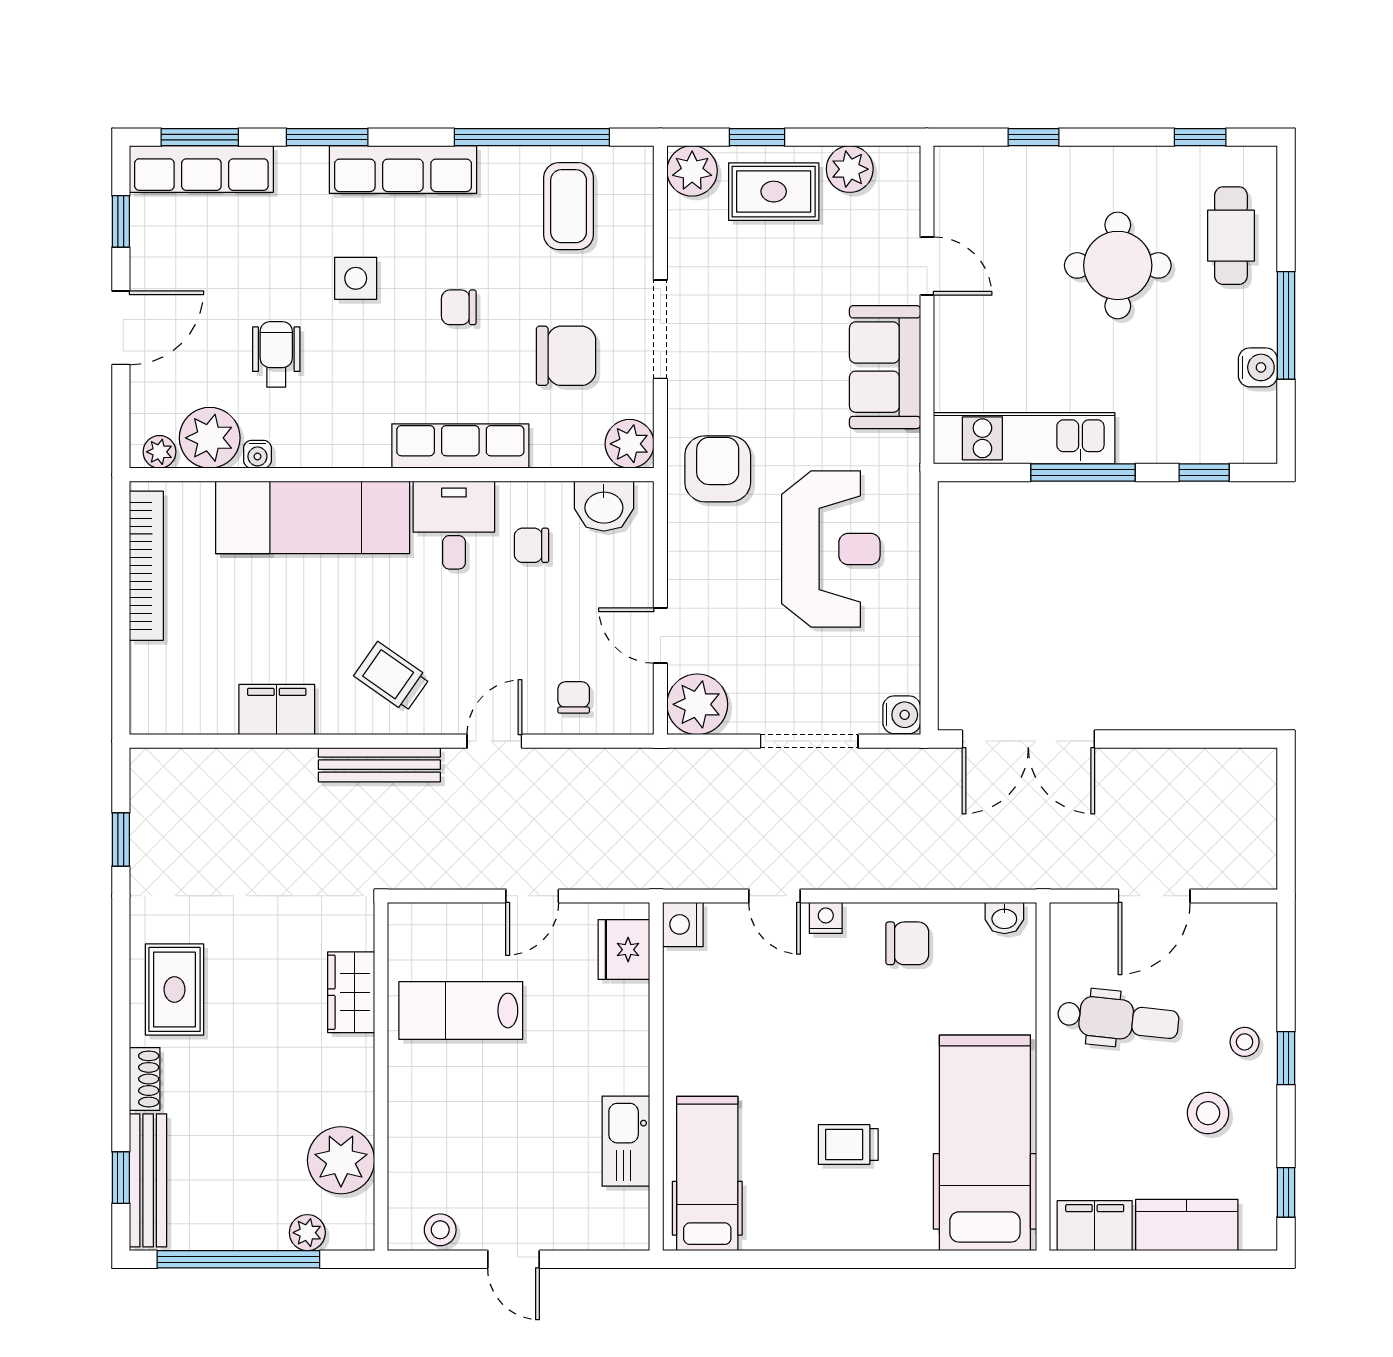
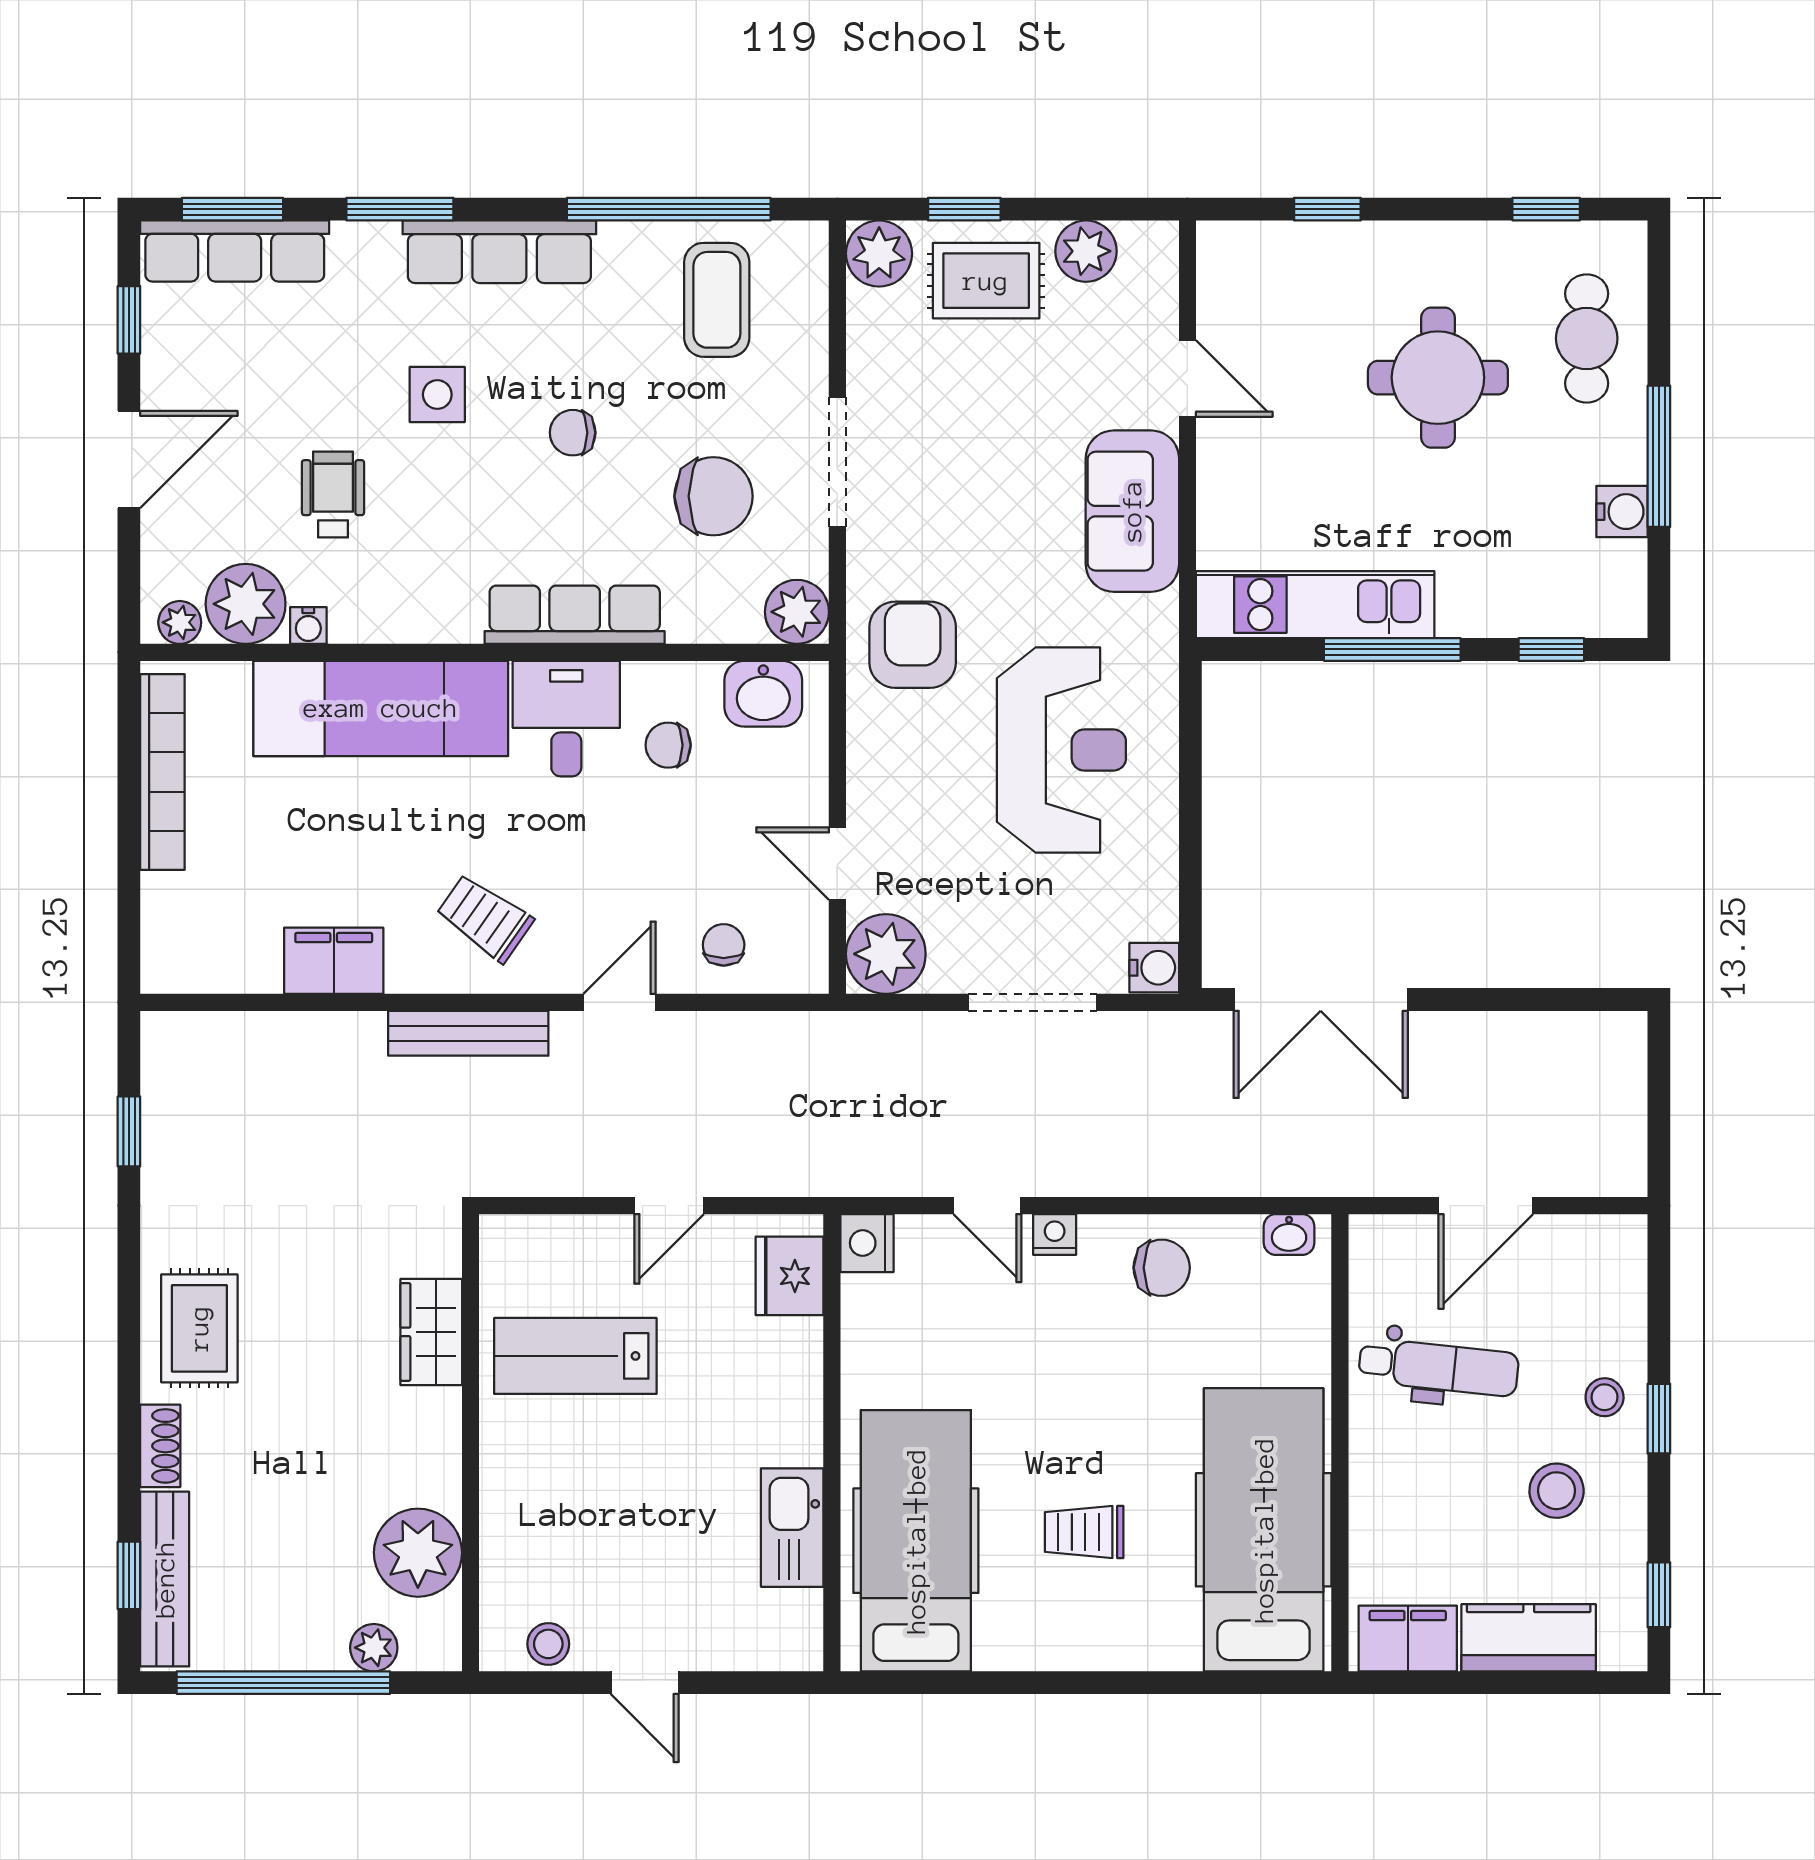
hospital bed: (707, 1174) -> (916, 1541), width x1.37, depth x1.29

